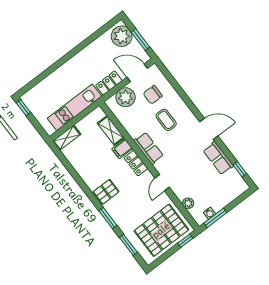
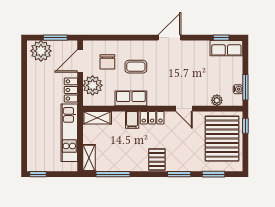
shelving: (111, 130) -> (97, 118), moved
row of seats: (149, 148) -> (131, 98), moved
row of seats: (218, 158) -> (226, 48), moved
window: (68, 166) -> (113, 174), added

